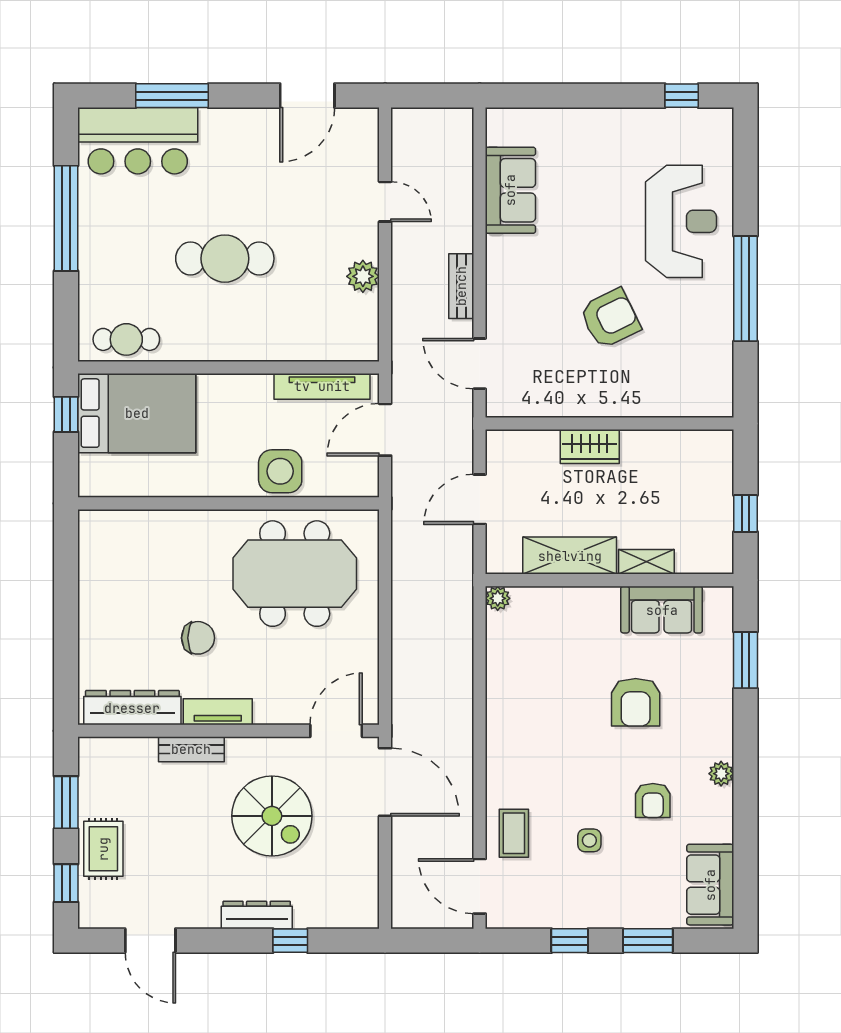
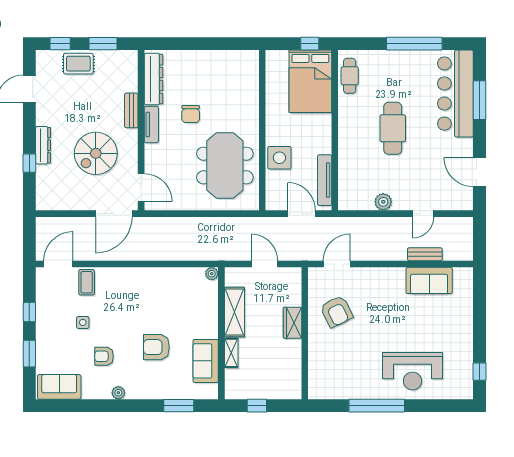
bar counter: (138, 141) -> (455, 94), width x1.36
bench: (461, 286) -> (425, 254), moved
armchair: (610, 318) -> (336, 311), moved
coffee table: (514, 833) -> (87, 282), turned 90

